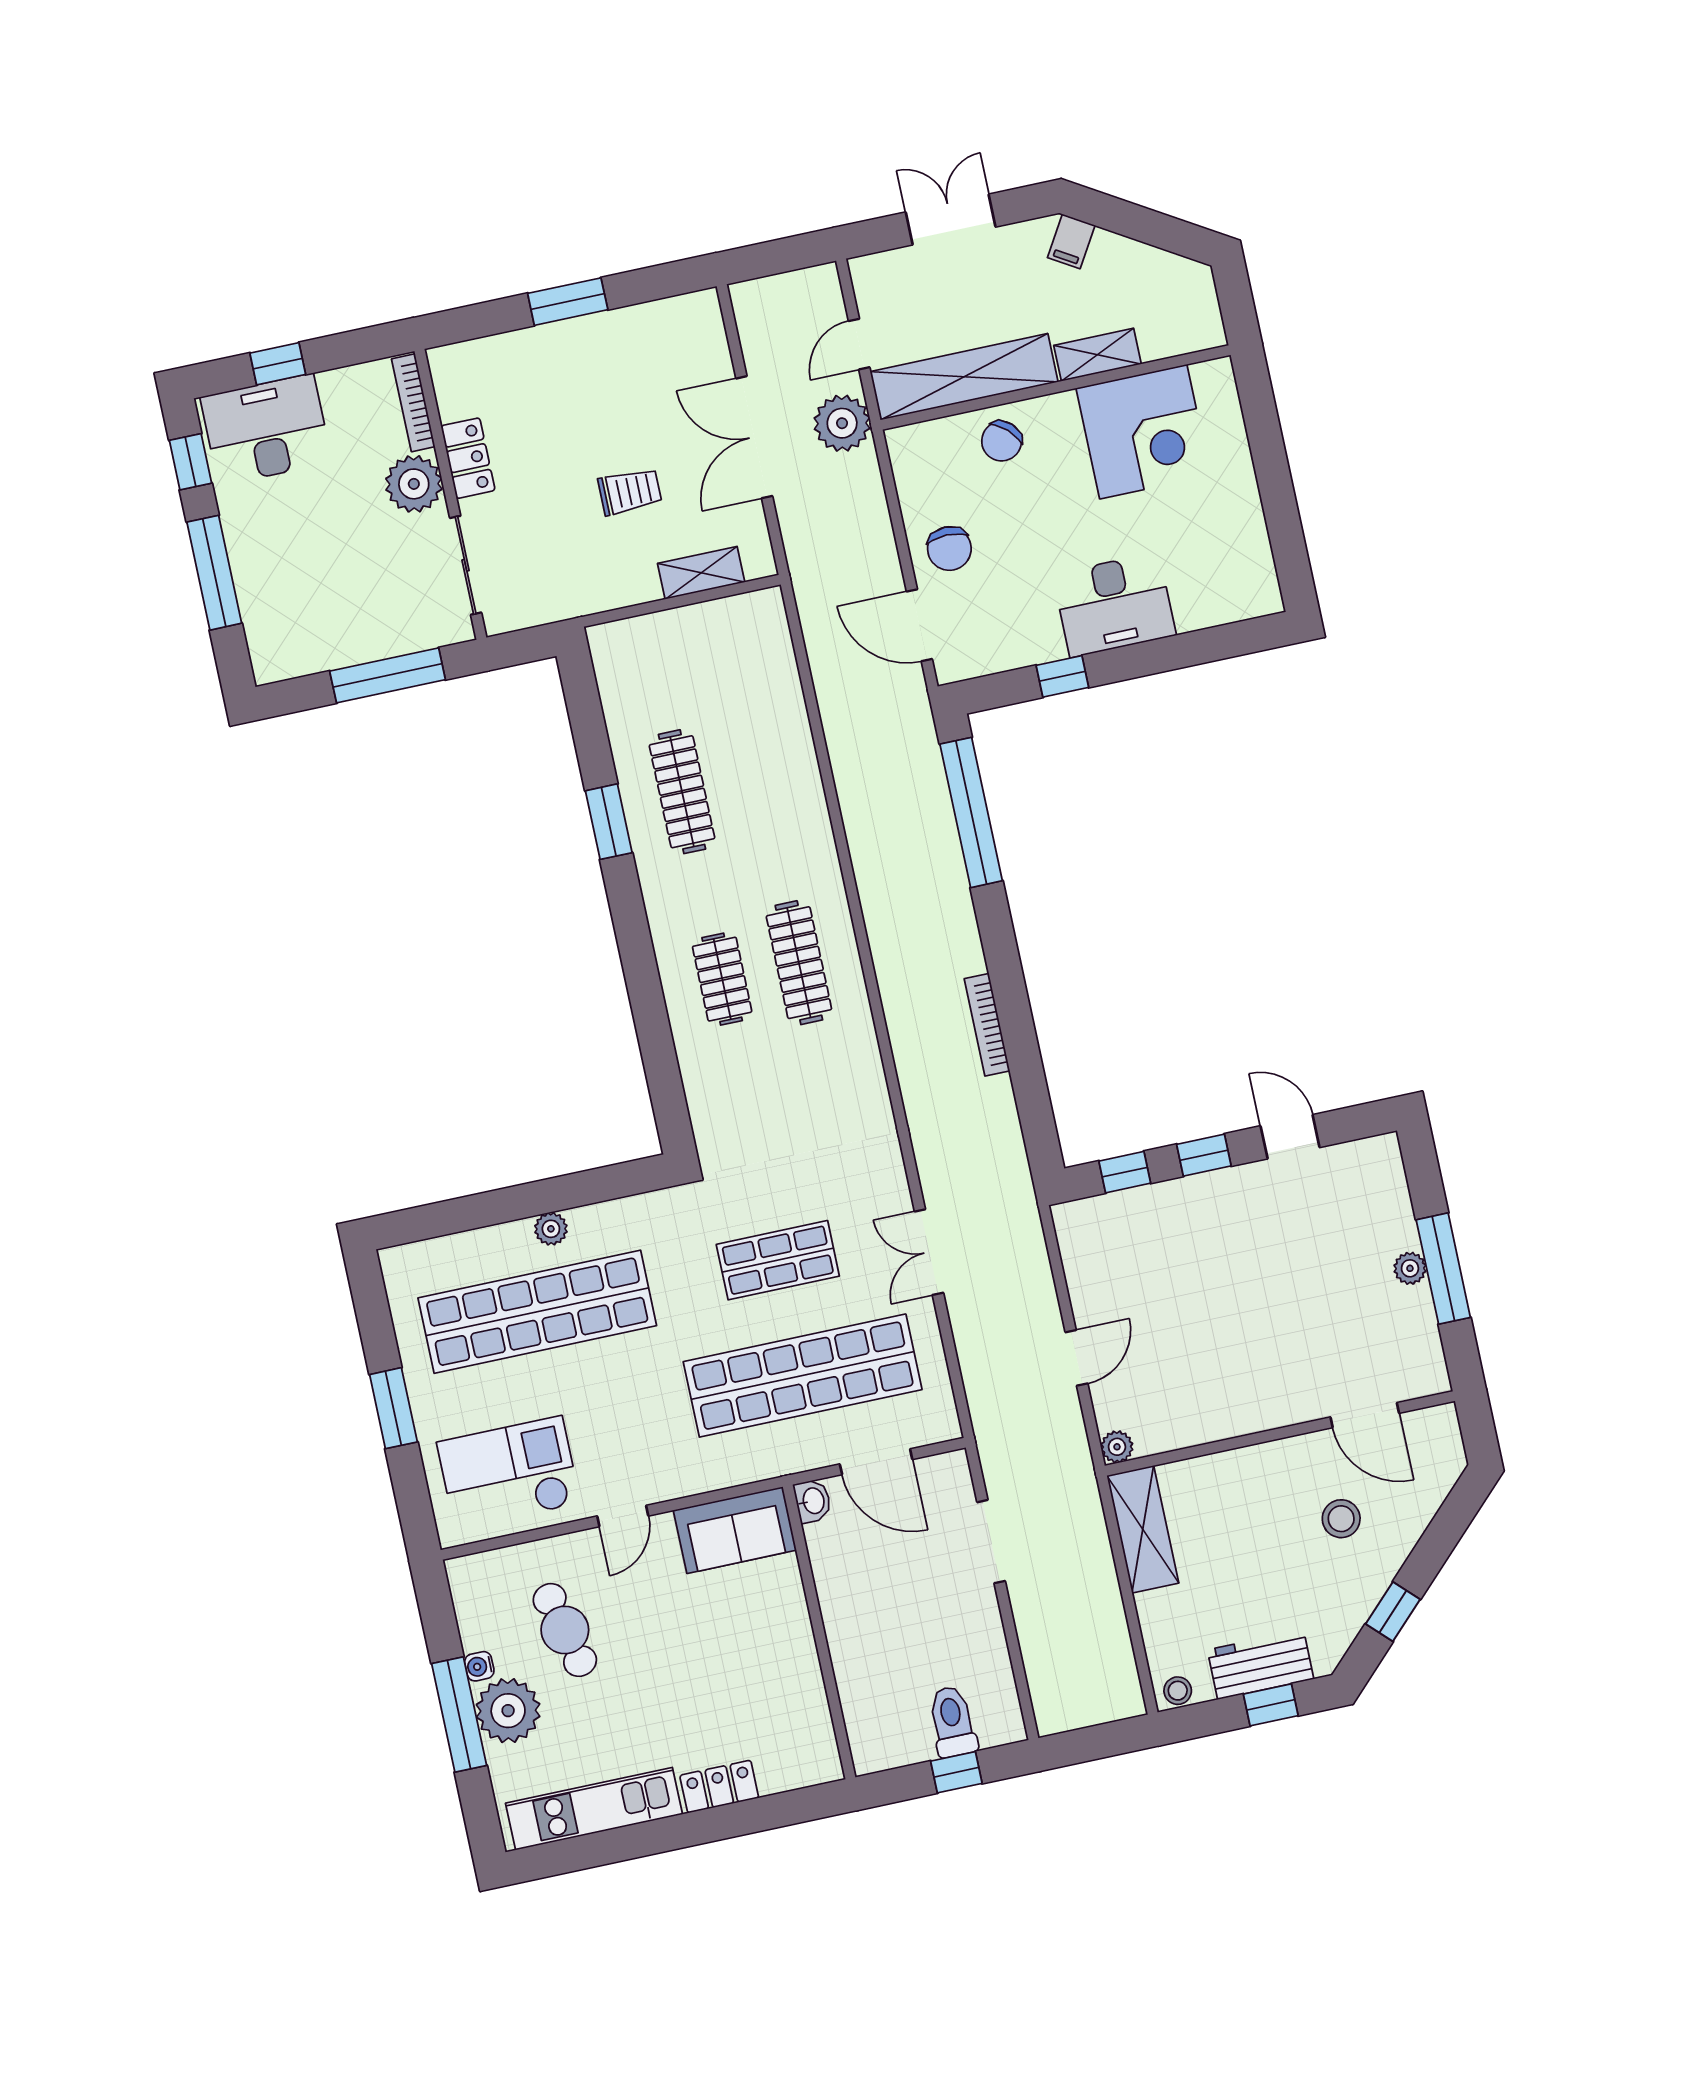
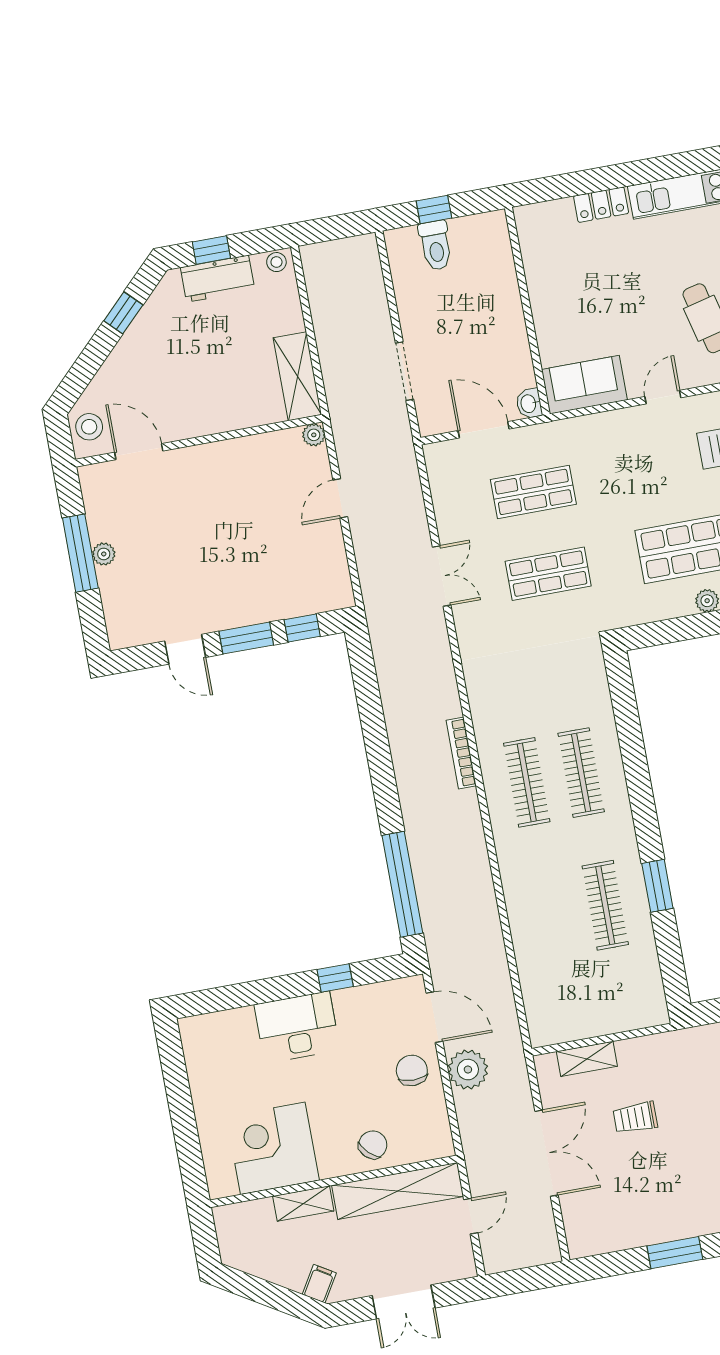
plant: (842, 423) -> (468, 1070), moved
clothes rail: (722, 979) -> (581, 773), width x1.36
bookcase: (987, 1025) -> (461, 753), moved, turned 180
window: (1204, 1155) -> (246, 638), width x1.50
shop shelf: (803, 1376) -> (533, 492), width x0.50, depth x0.74
stool: (1341, 1519) -> (89, 427), moved

